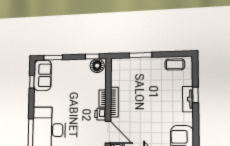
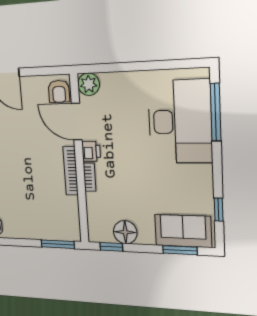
window: (140, 55) -> (58, 244), moved
floor lamp: (97, 66) -> (125, 232), moved
sofa: (43, 75) -> (183, 231), moved, turned 90

